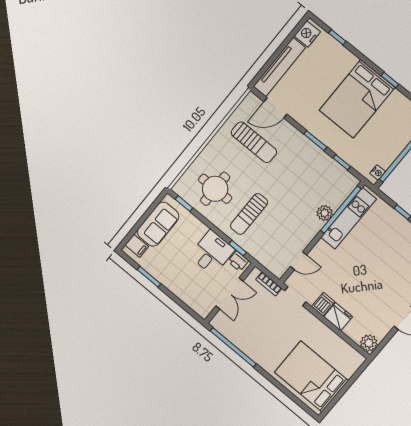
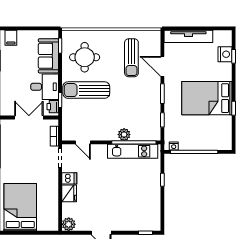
nightstand: (307, 34) -> (225, 54), moved, turned 90
door: (275, 108) -> (162, 66), moved
sun lounger: (249, 214) -> (86, 90), width x1.36, depth x1.34
sofa: (158, 224) -> (48, 56), moved, turned 90
double door: (229, 293) -> (29, 117), swing flipped

